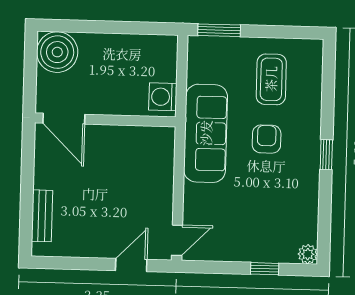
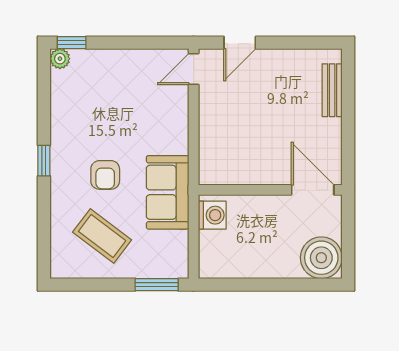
coffee table: (271, 79) -> (102, 236), turned -53
sofa: (206, 133) -> (168, 192), width x0.73
window: (265, 269) -> (72, 43), moved

